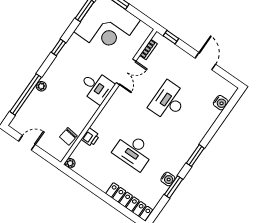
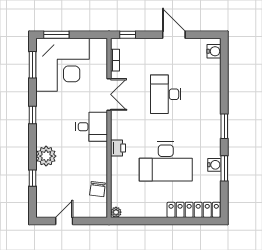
plant: (41, 86) -> (46, 156), width x1.88, depth x1.88
window: (26, 94) -> (32, 178), width x0.32
water cooler: (221, 103) -> (214, 51), moved
printer: (90, 137) -> (118, 148), moved
desk: (134, 151) -> (166, 161), width x1.36, depth x1.30

